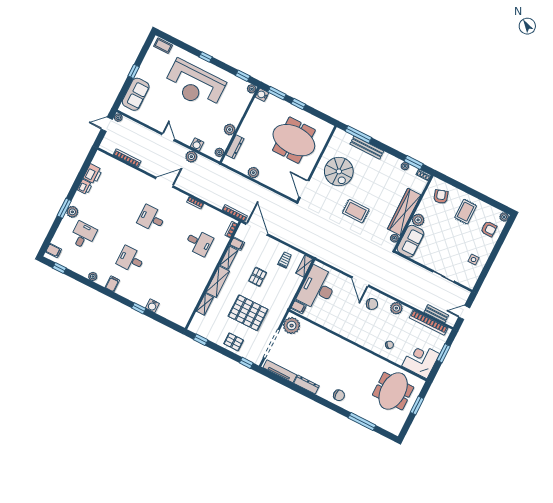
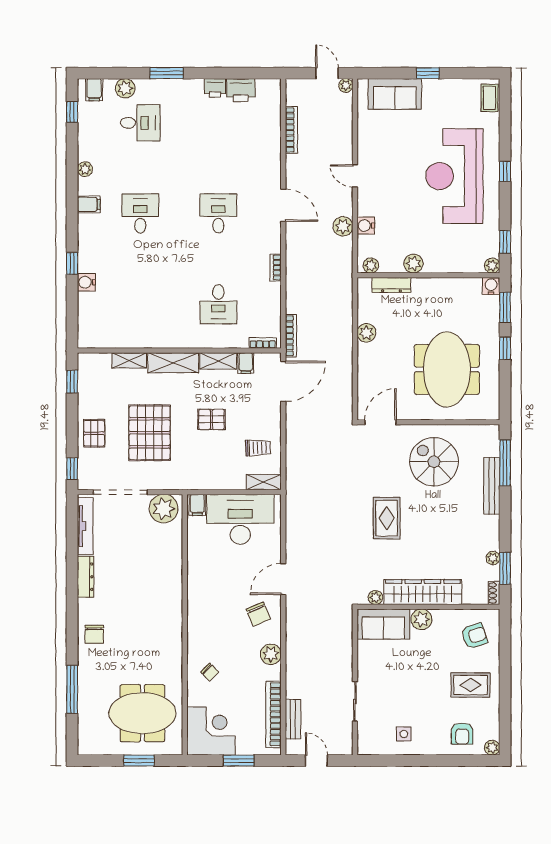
door: (168, 137) -> (355, 176), swing flipped
spiral stairs: (339, 171) -> (434, 462), turned 90
plant: (72, 212) -> (125, 88), moved

